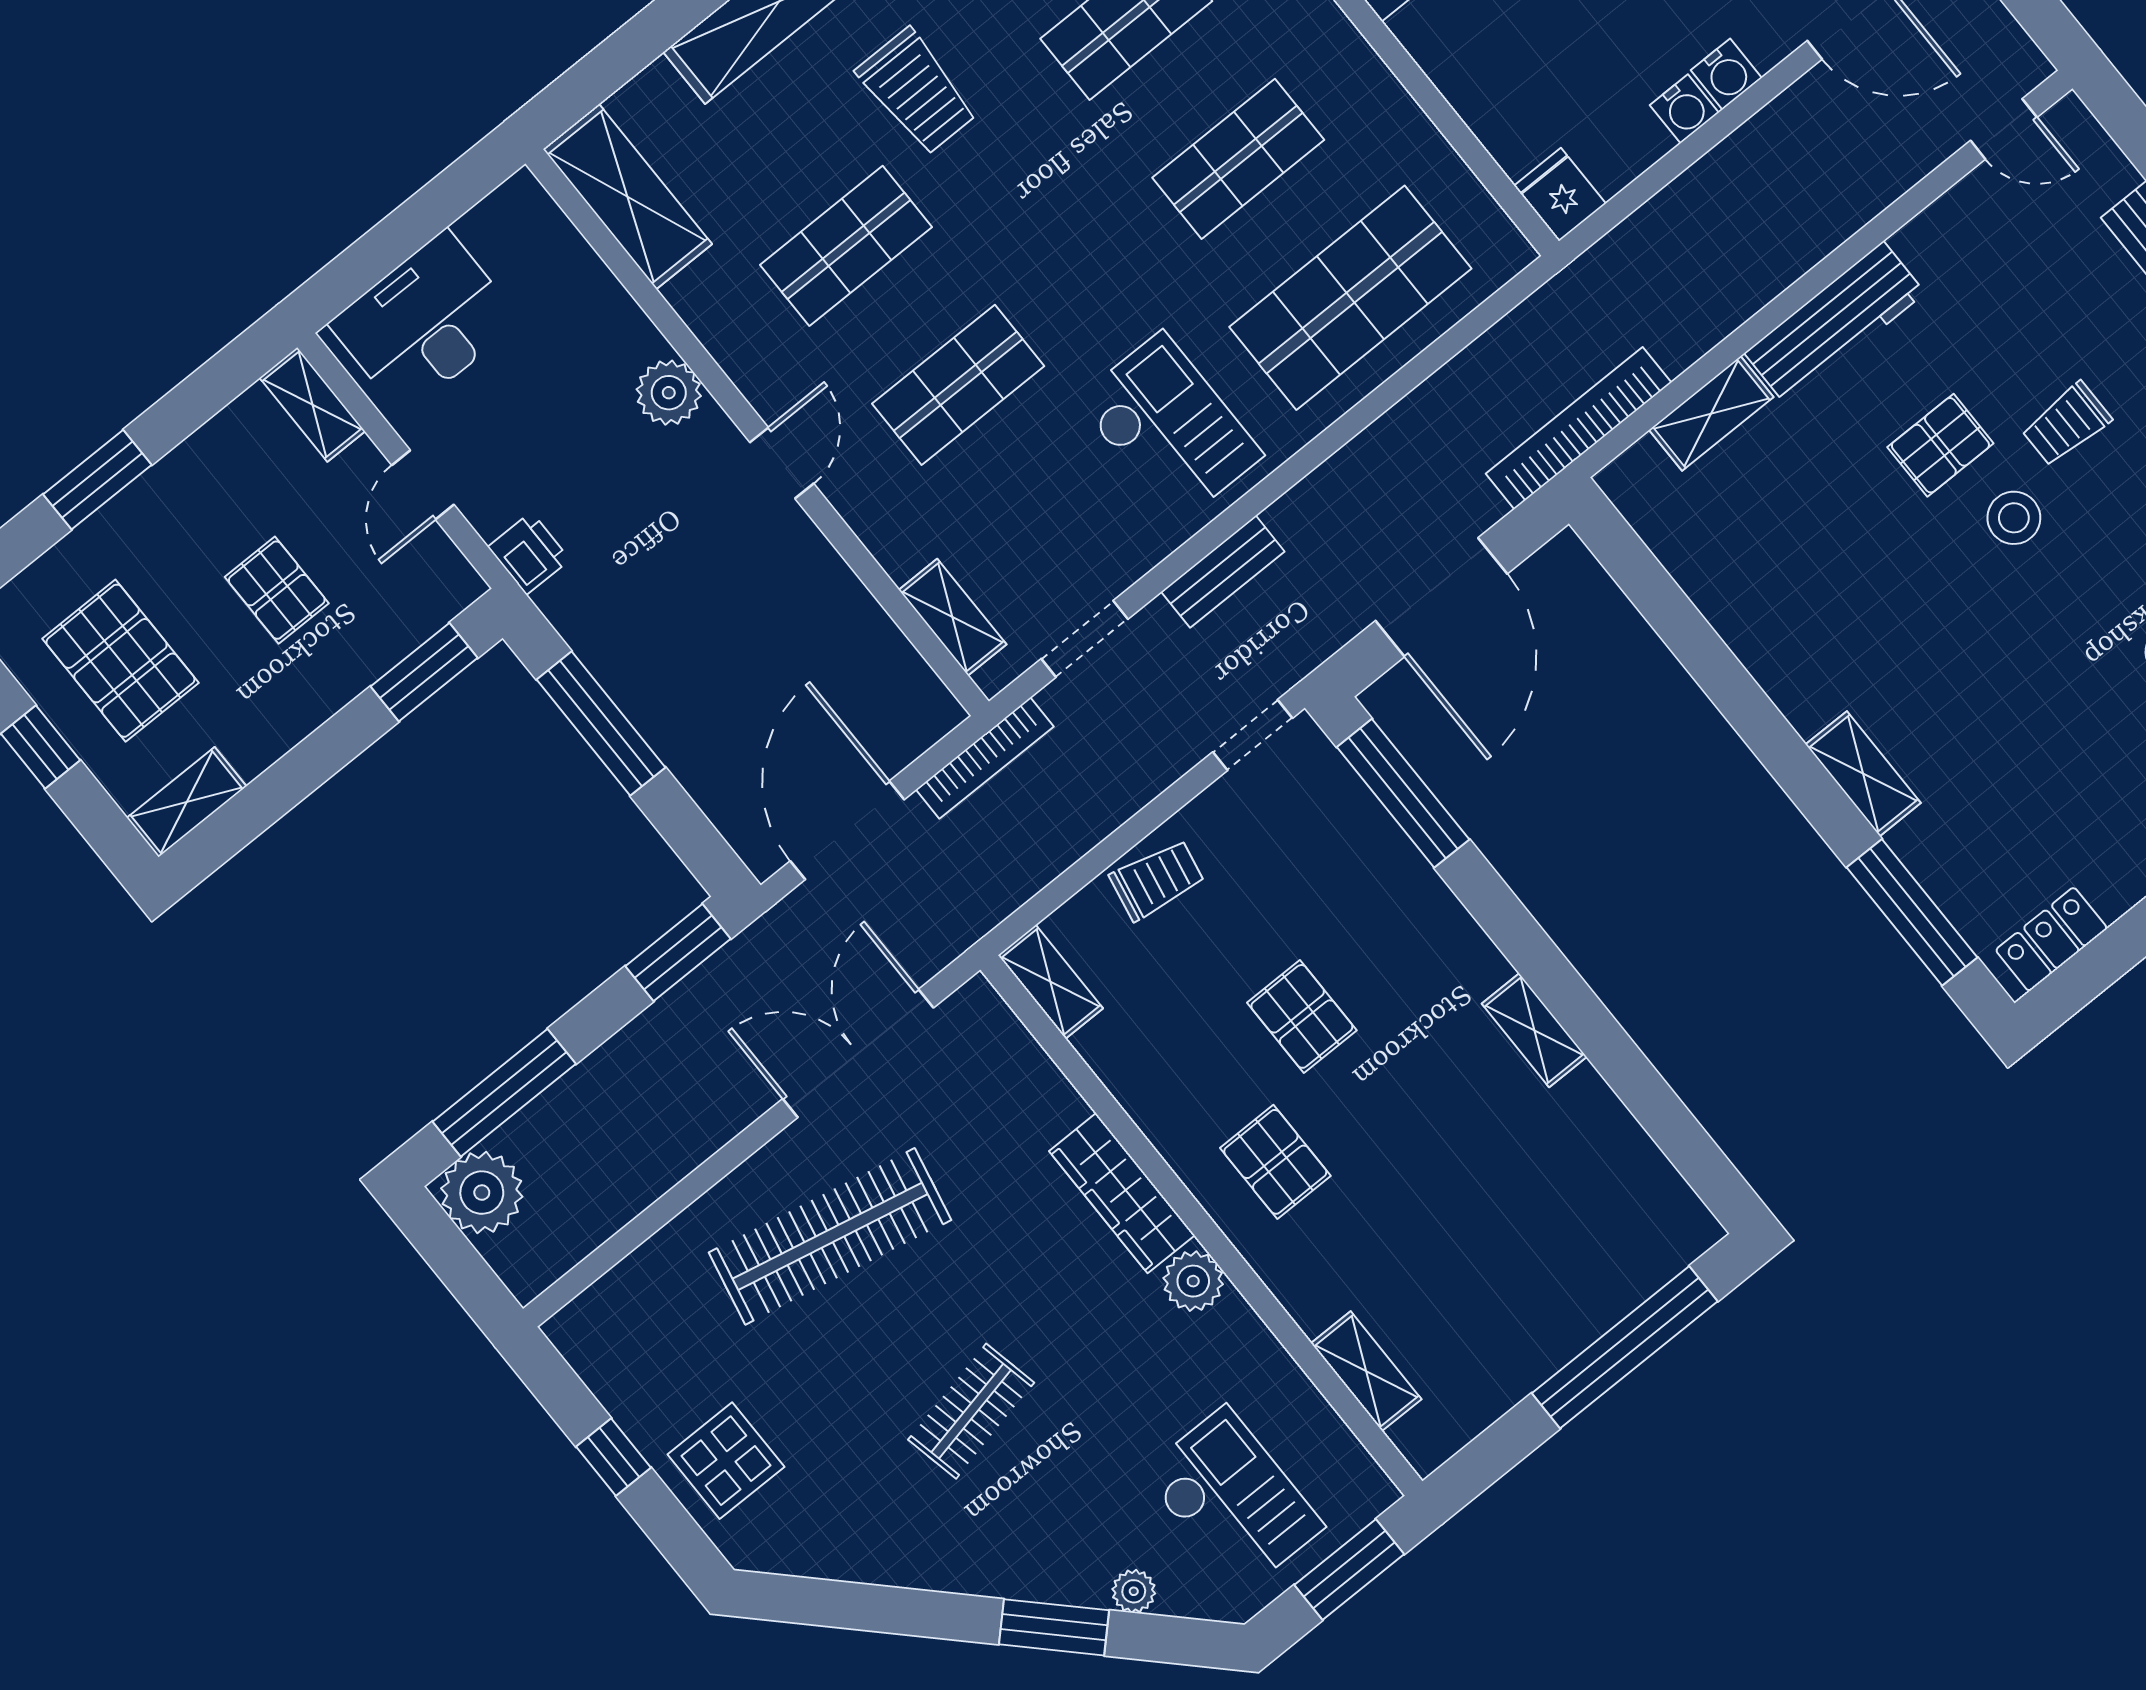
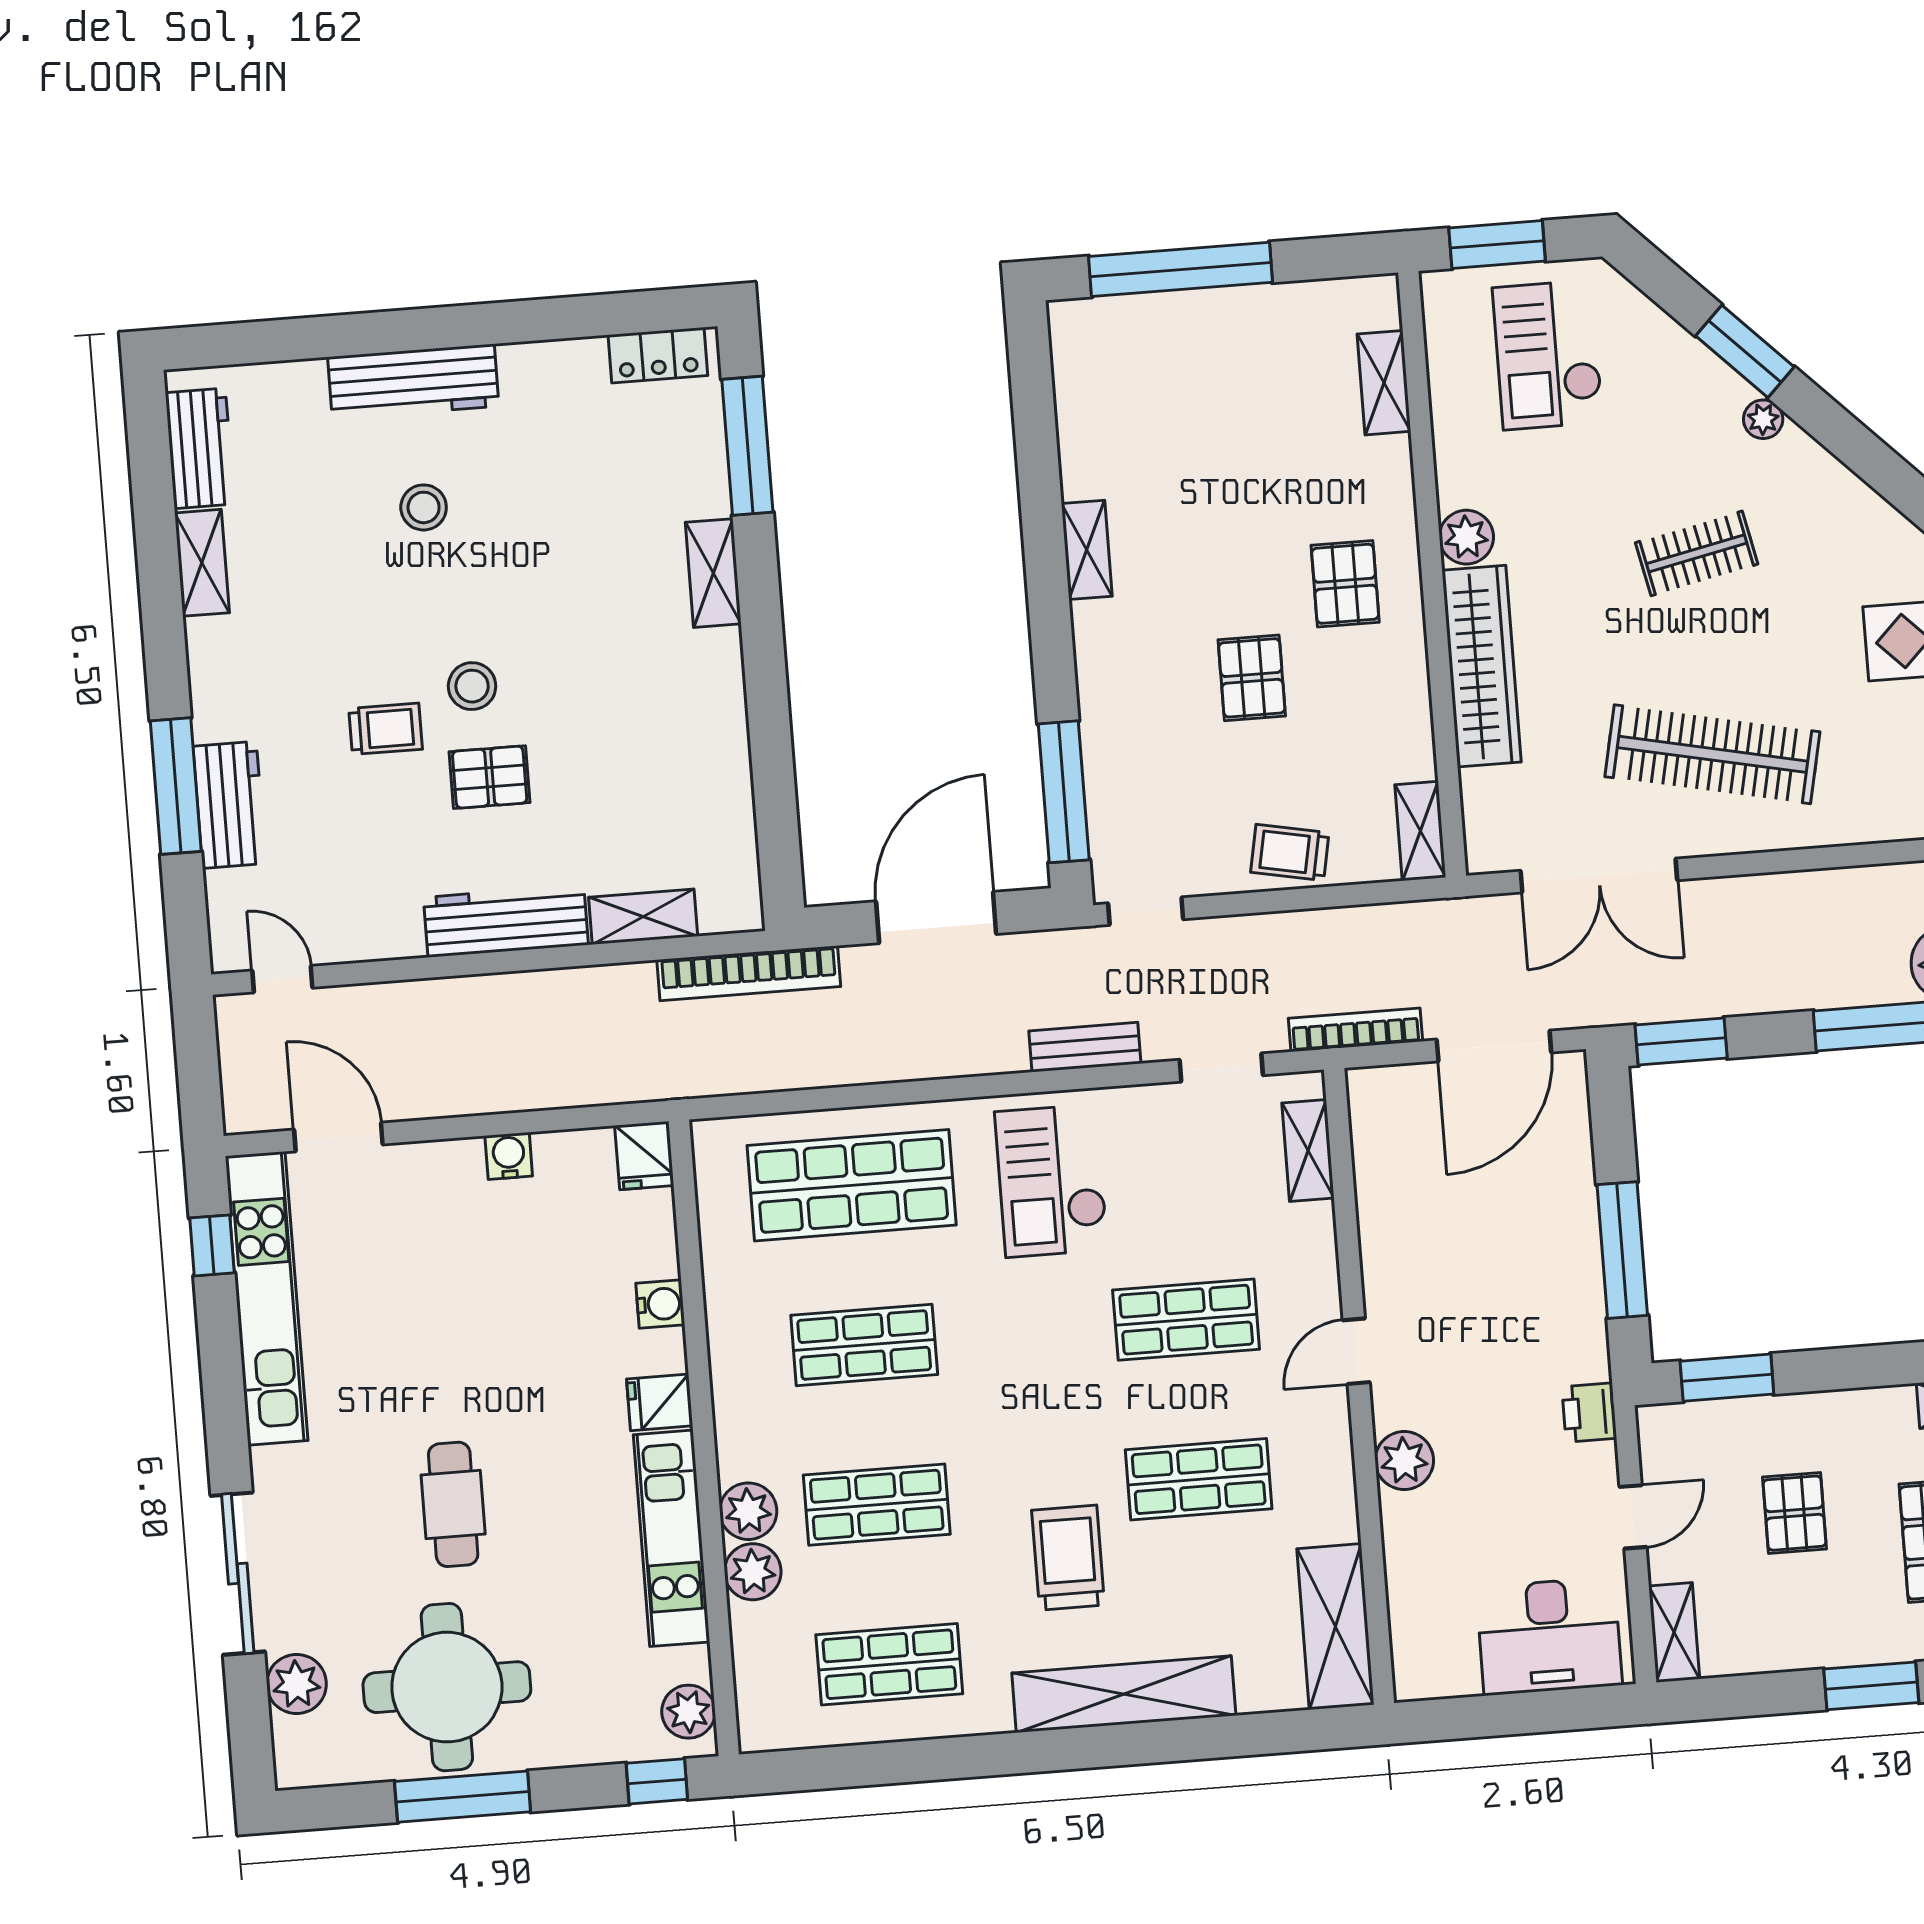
water cooler: (1726, 74) -> (660, 1304), moved, turned 90
wardrobe: (1122, 1193) -> (1482, 666), width x1.40, depth x1.17
plant: (1134, 1591) -> (1763, 419), moved

